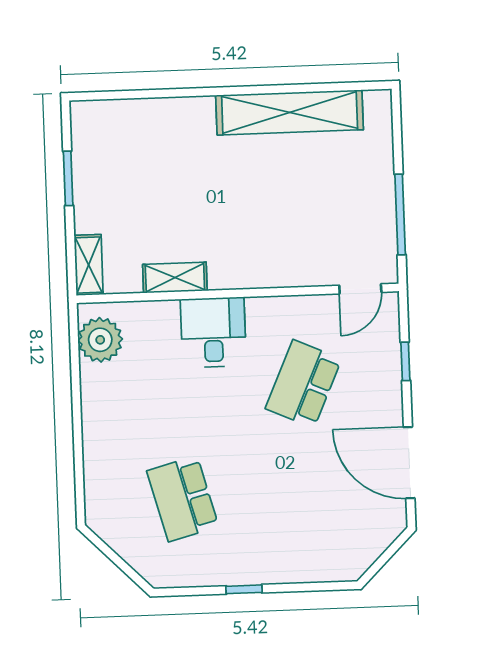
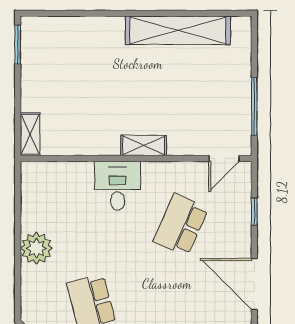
window: (68, 178) -> (18, 45), moved
shelving: (175, 278) -> (144, 145), moved
plant: (100, 340) -> (36, 248), moved

